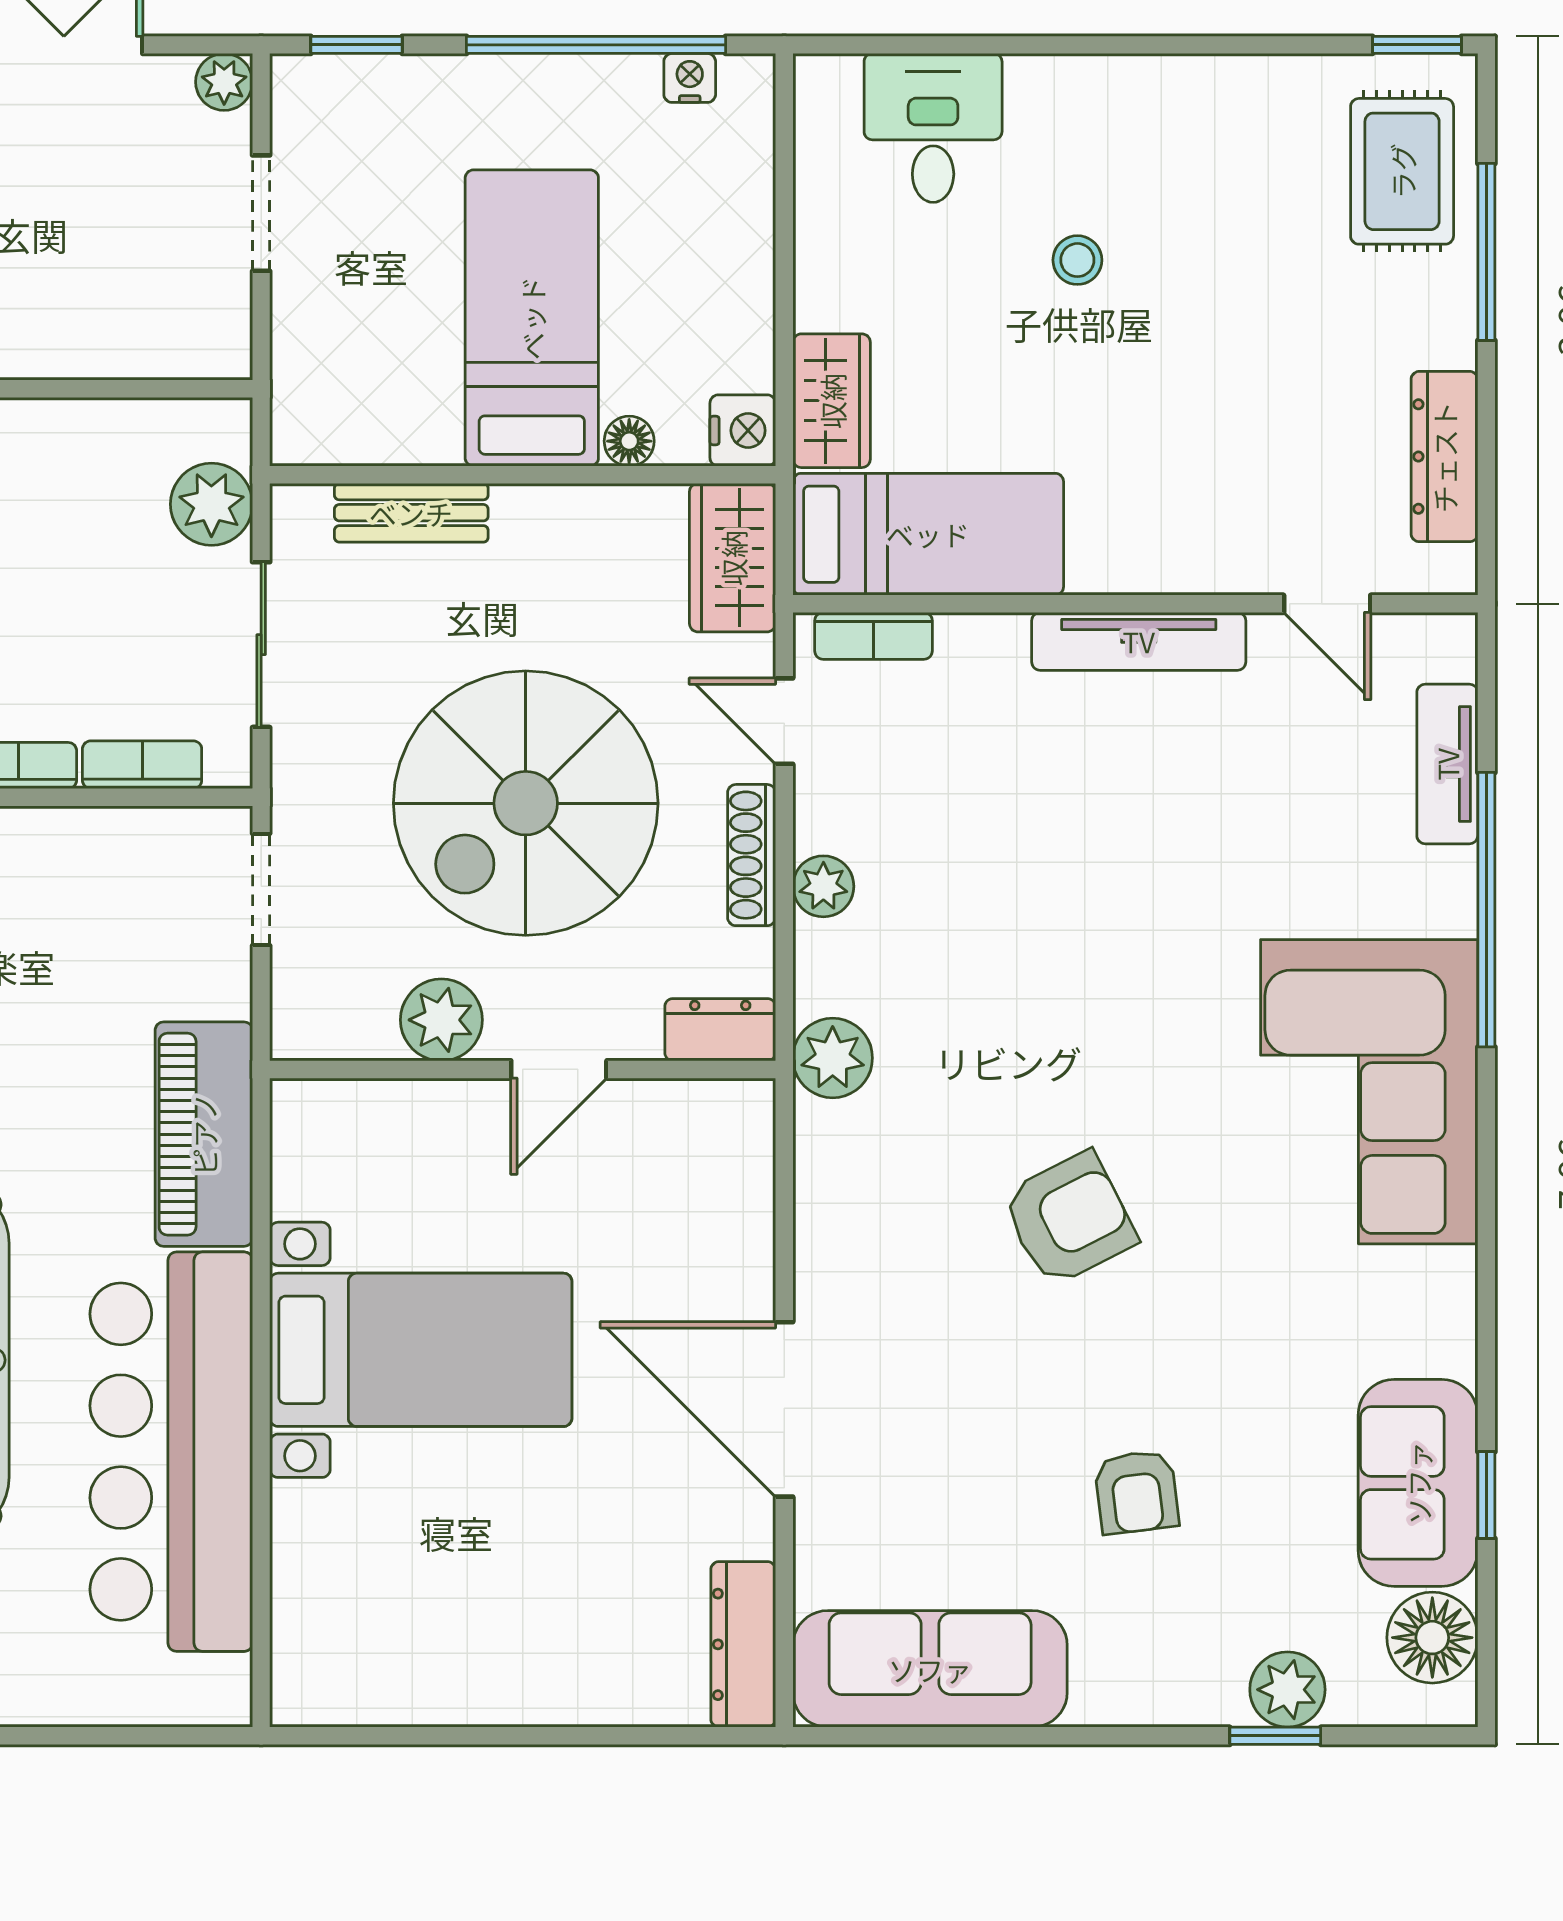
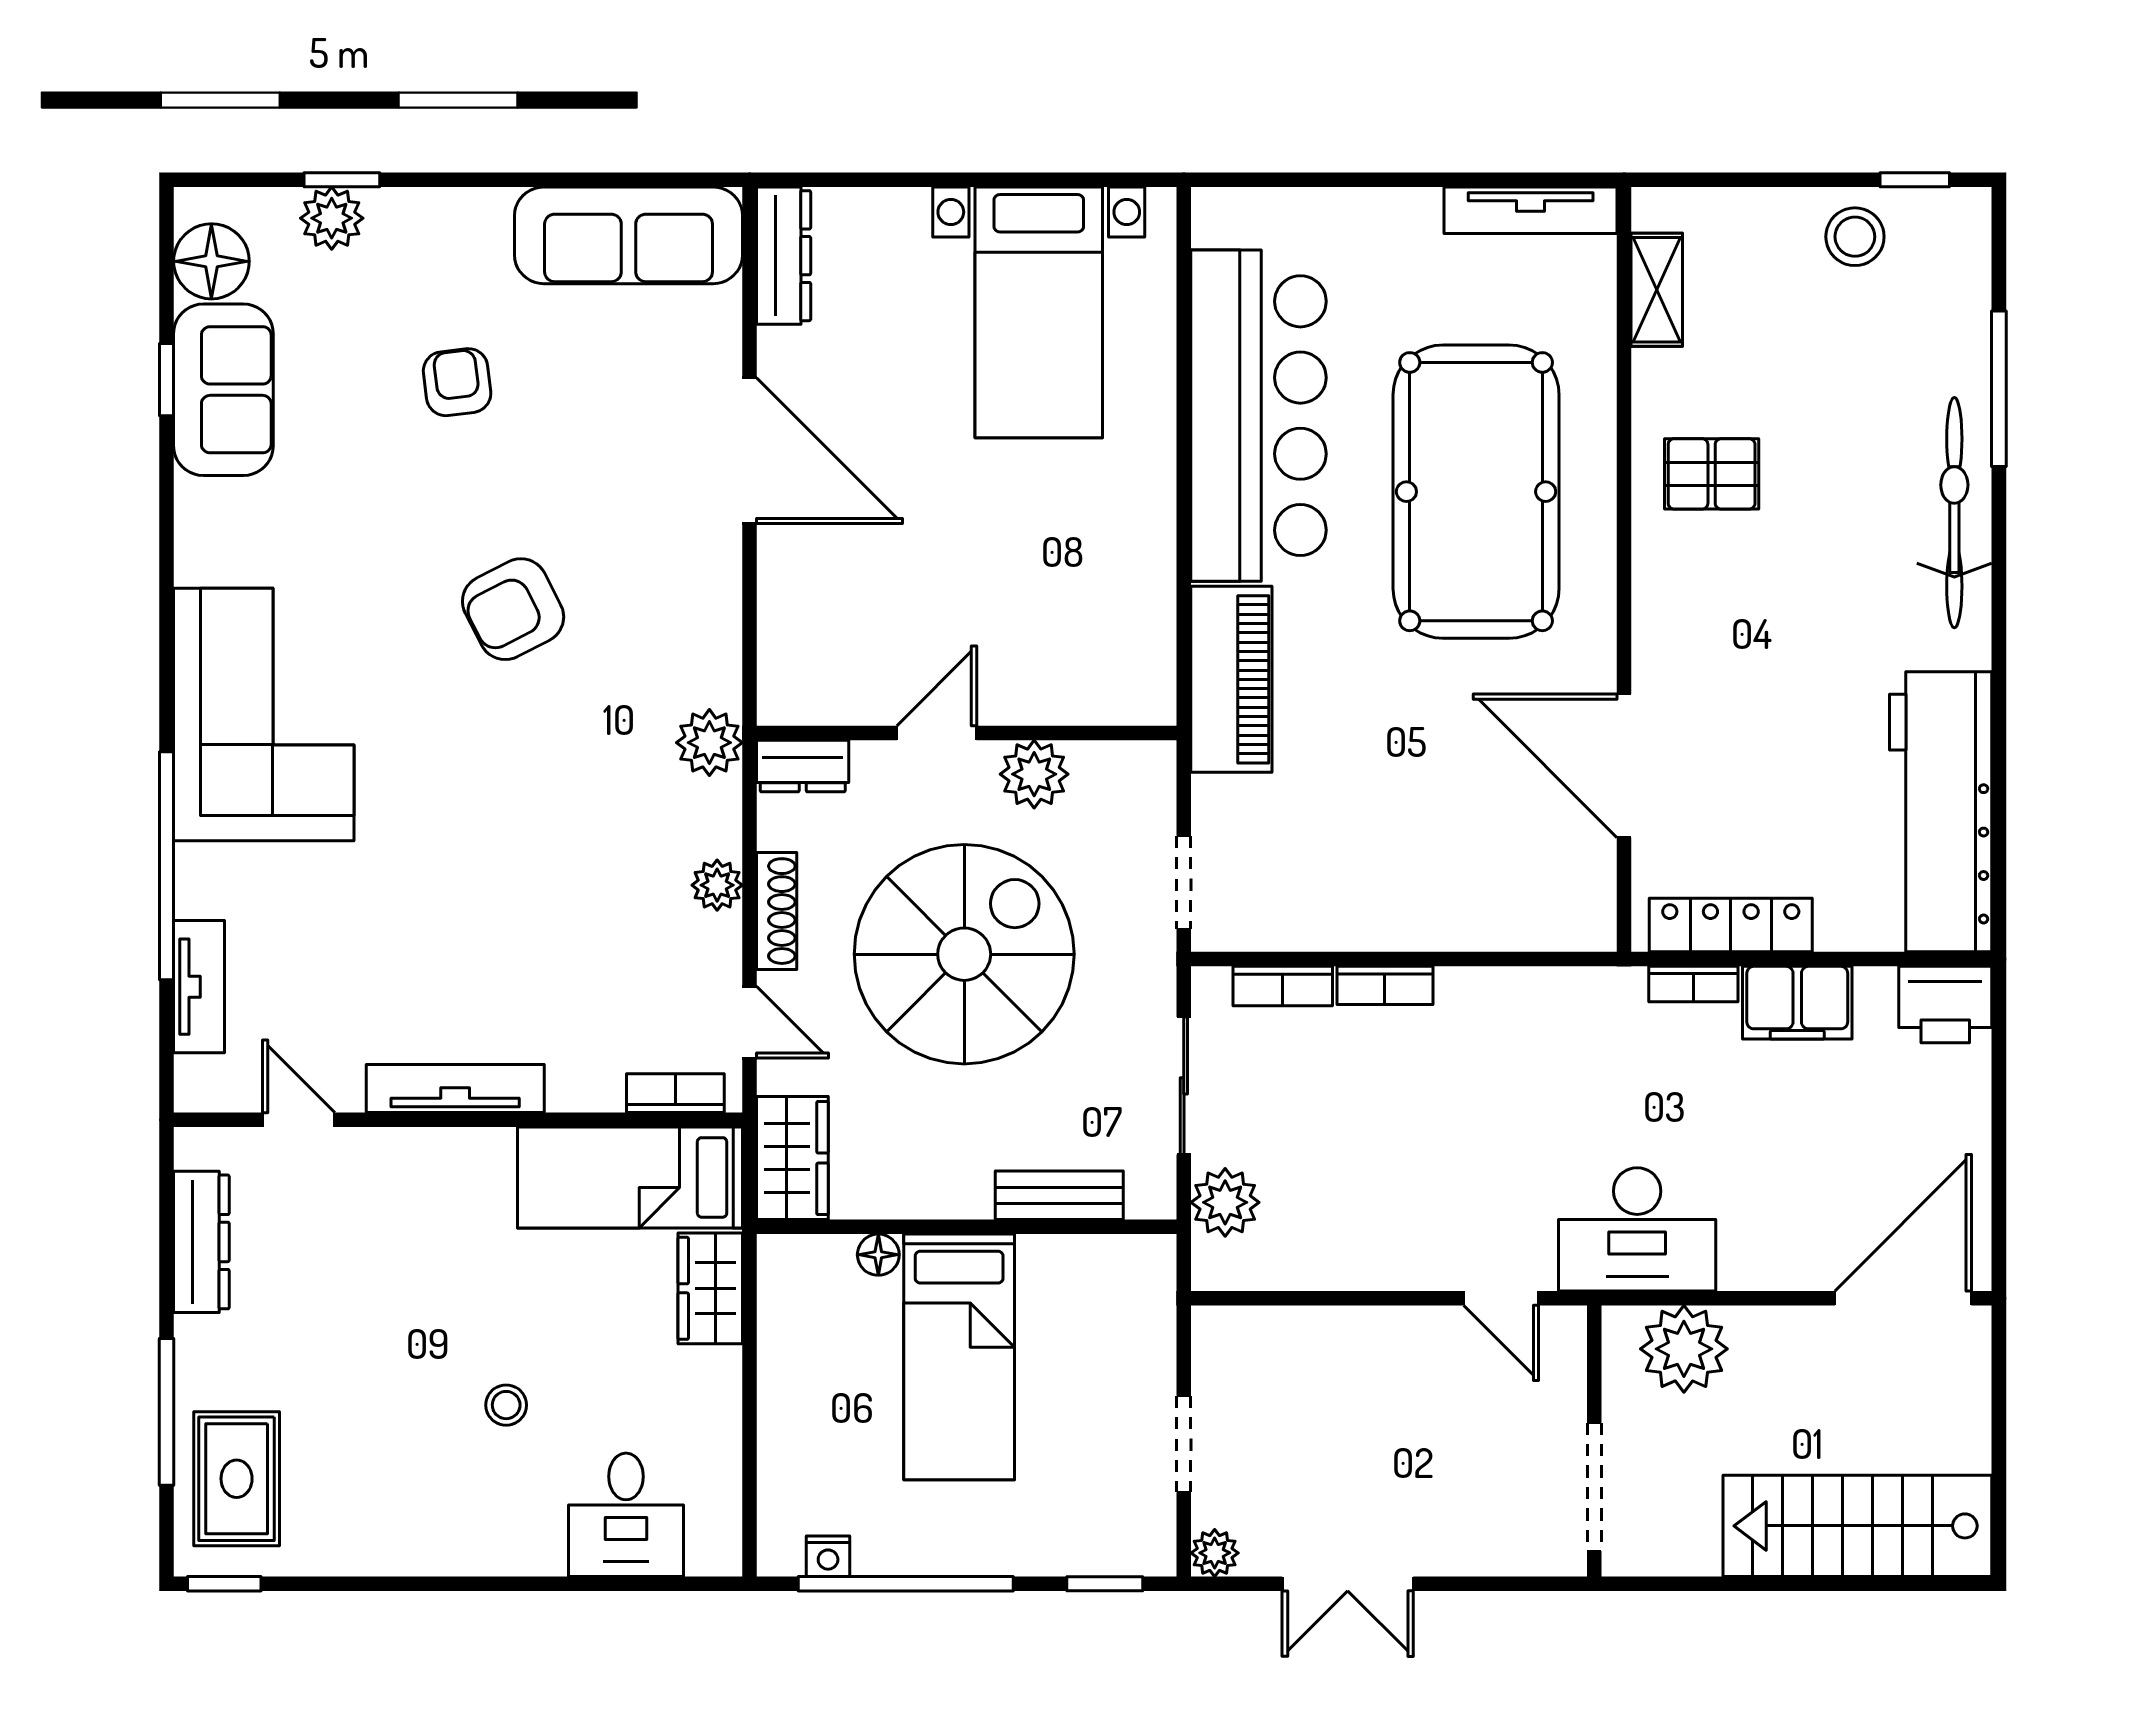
nightstand: (743, 430) -> (784, 1264), removed
bed with nightstands: (421, 1350) -> (1039, 312), moved, turned -90

